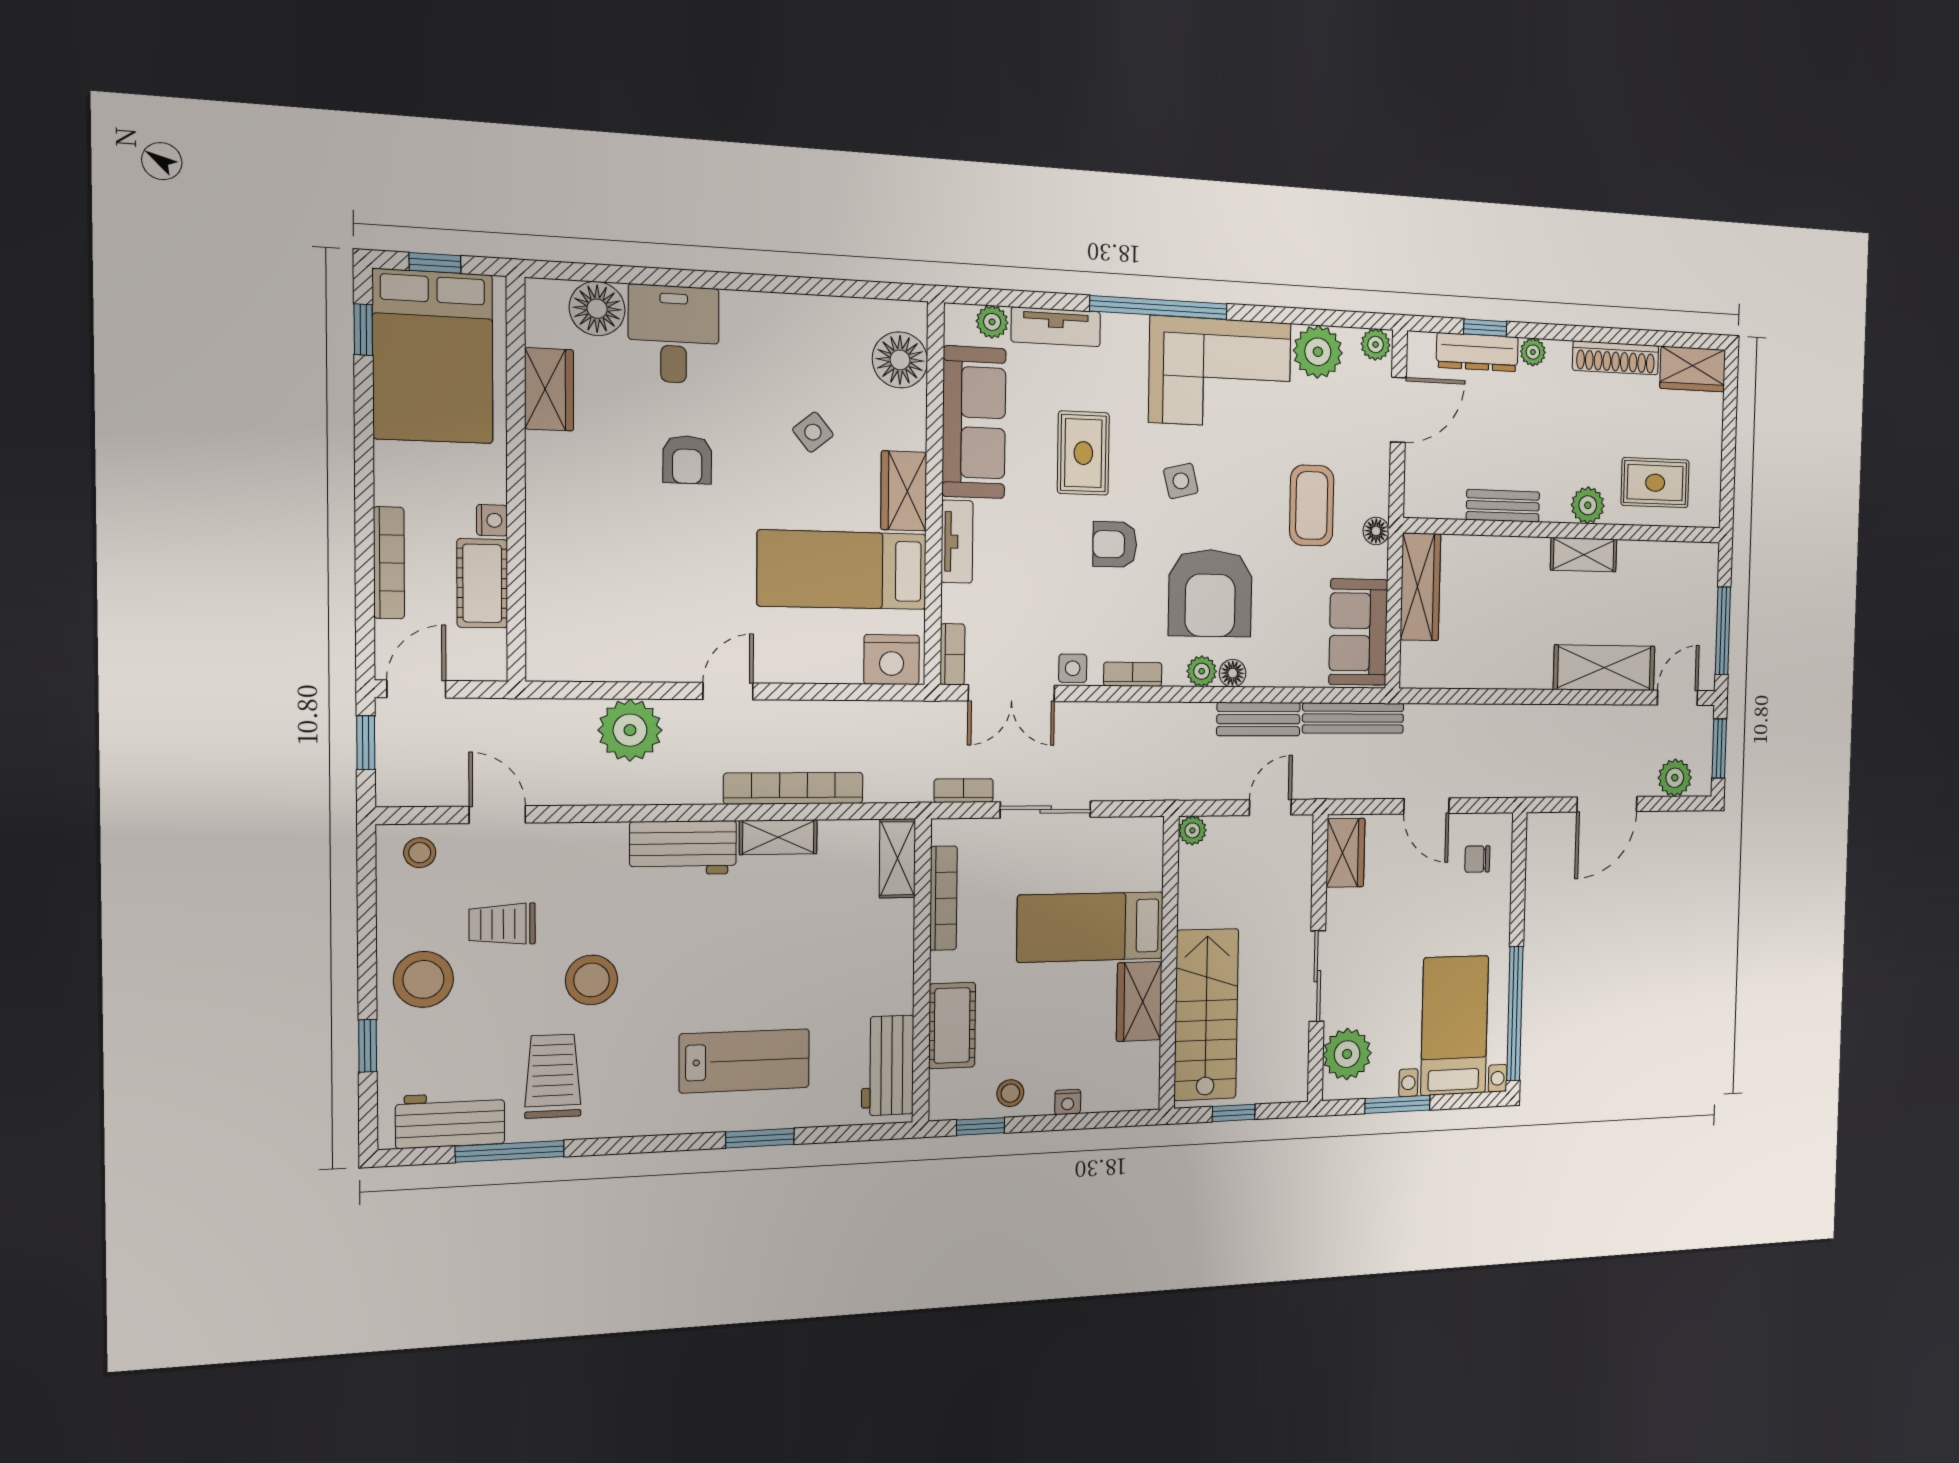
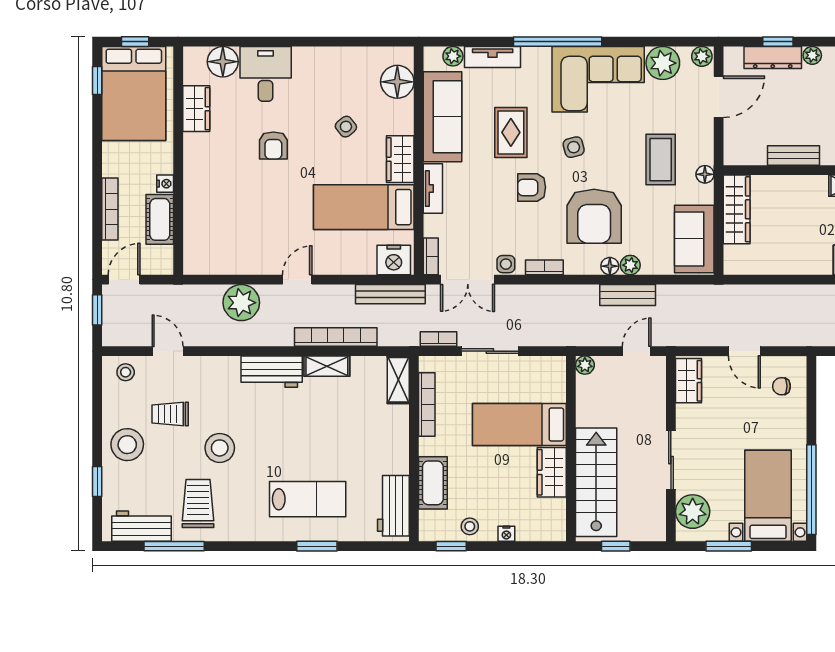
plant: (1202, 671) -> (630, 265), moved
bench: (1353, 718) -> (390, 294), moved

